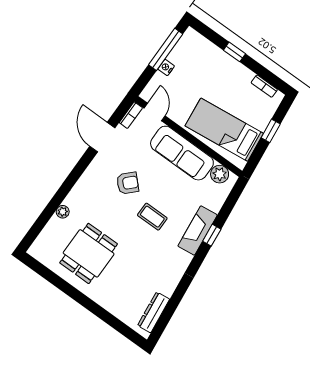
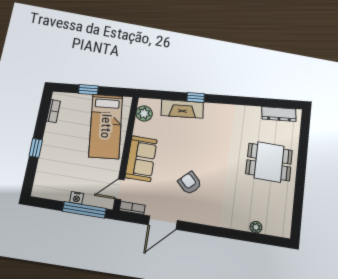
window: (166, 49) -> (84, 210), moved
sofa: (182, 153) -> (141, 159), width x0.73
plant: (63, 212) -> (256, 227), moved
coffee table: (152, 217) -> (206, 150), removed
fireplace: (198, 231) -> (182, 109), moved
dining table: (89, 253) -> (269, 162), moved

